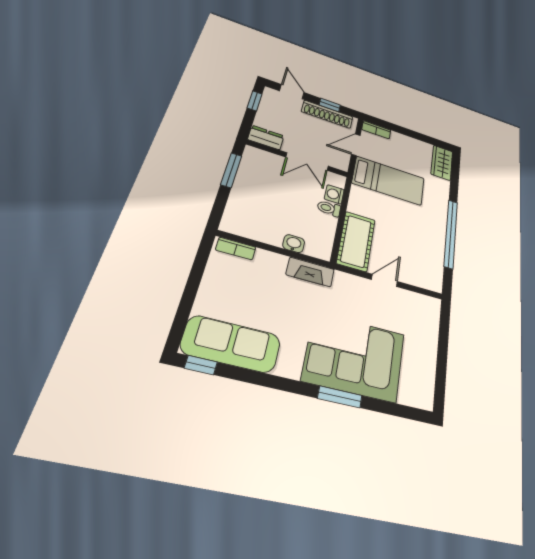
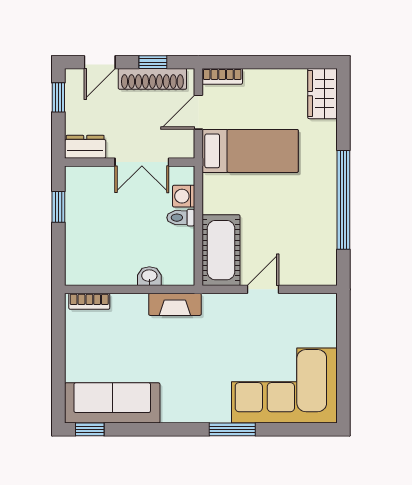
door: (292, 92) -> (100, 62), swing flipped
window: (231, 170) -> (58, 207), width x0.67
corner sofa: (355, 357) -> (284, 385), moved

